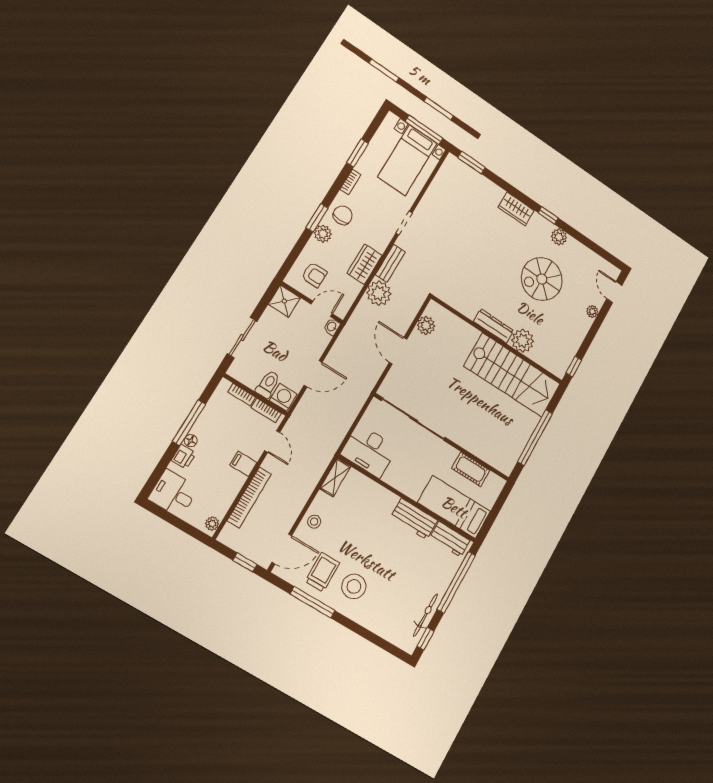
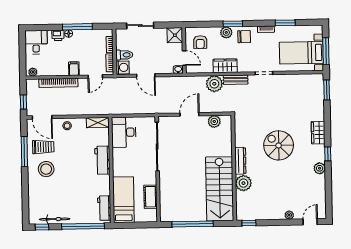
spiral stairs: (542, 279) -> (279, 145), moved
workbench: (414, 519) -> (102, 160), moved

